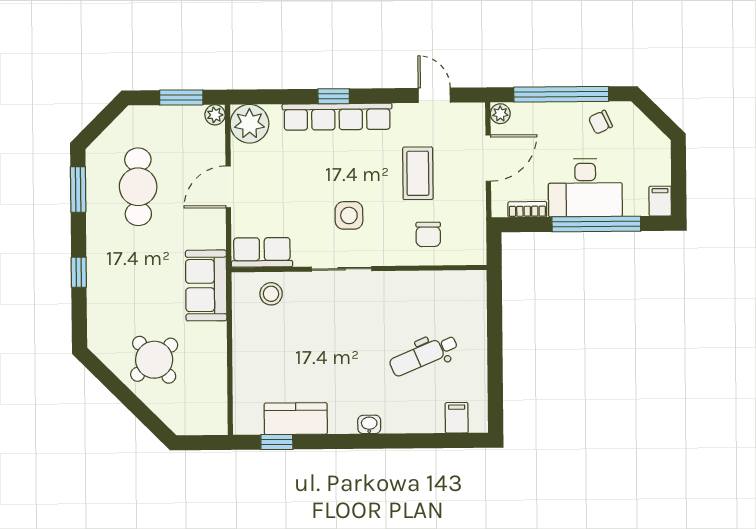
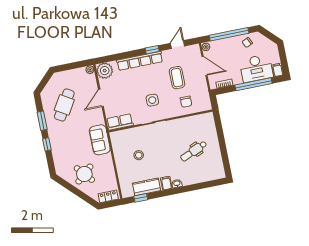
door: (434, 95) -> (178, 45), hinge flipped
window: (334, 96) -> (152, 50), moved
window: (181, 98) -> (75, 65), removed
door: (488, 158) -> (204, 66), hinge flipped
cafe table: (138, 187) -> (64, 105), turned 31
desk: (585, 188) -> (256, 68), moved
window: (78, 189) -> (42, 121), moved
stool: (271, 294) -> (139, 155), moved
filing cabinet: (457, 418) -> (166, 183), moved
locker: (200, 424) -> (108, 196), added

